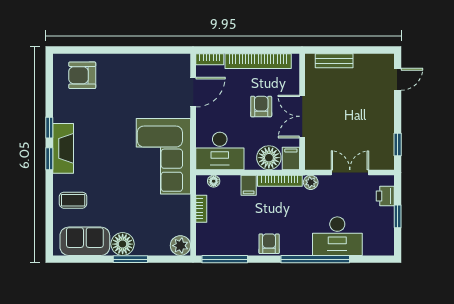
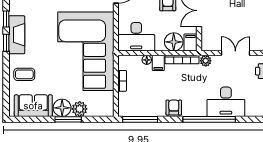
corner sofa: (163, 156) -> (86, 51), width x1.36, depth x1.36
floor lamp: (214, 181) -> (147, 60), moved
plant: (180, 246) -> (80, 109), moved

